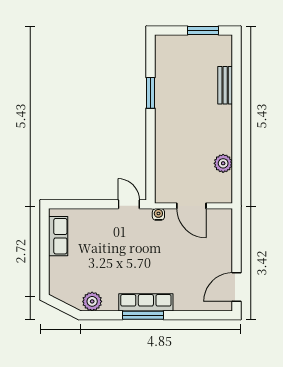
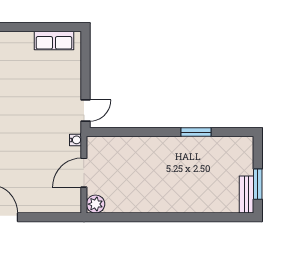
bench: (225, 85) -> (247, 194), moved, turned 90
plant: (223, 163) -> (96, 204), moved

